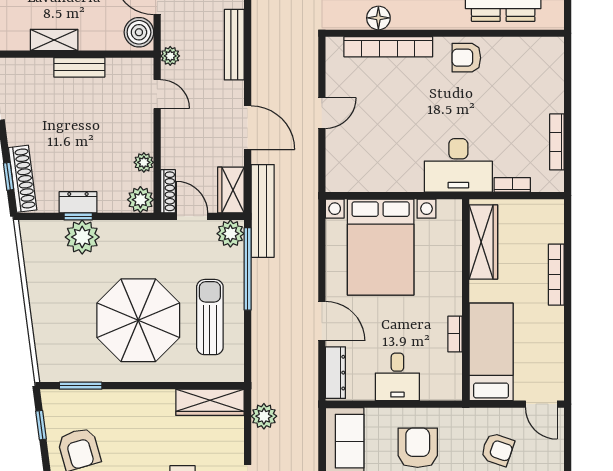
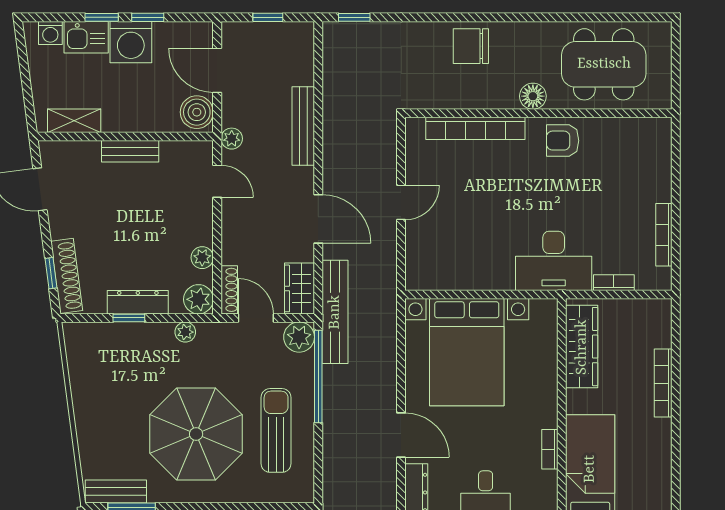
floor lamp: (378, 18) -> (533, 96), moved
shelving: (54, 40) -> (74, 121), moved
dresser: (78, 202) -> (138, 302), width x1.44
plant: (82, 237) -> (185, 332), moved, width x0.53, depth x0.53
bench: (67, 372) -> (116, 492), added

